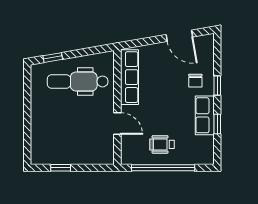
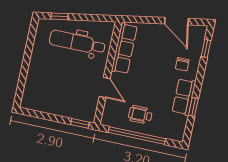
window: (217, 85) -> (206, 48), moved
window: (61, 168) -> (80, 123), moved

